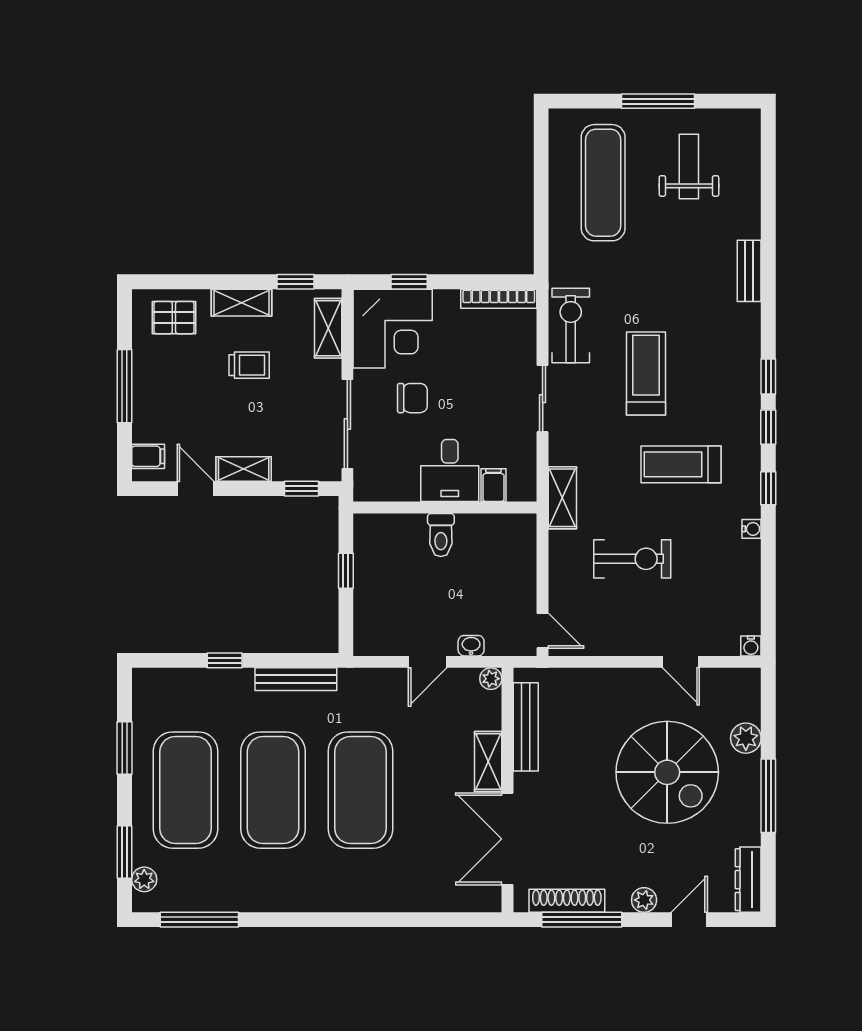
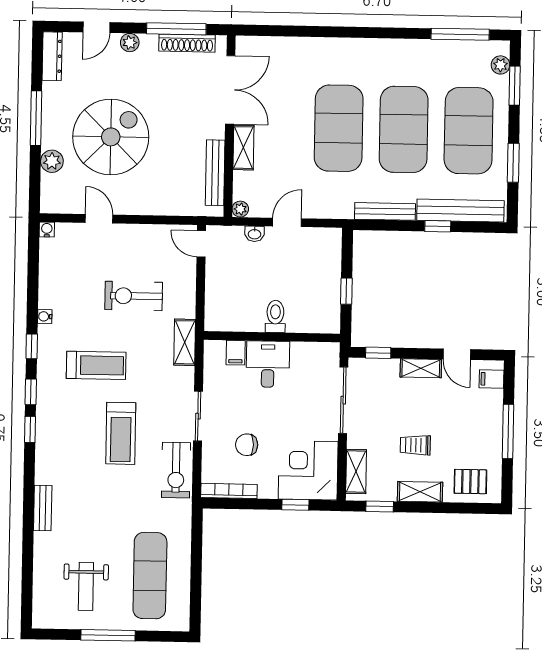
chair: (412, 398) -> (247, 445), moved
bench: (194, 682) -> (460, 211), added
spiral stairs: (667, 772) -> (111, 137), turned 90

